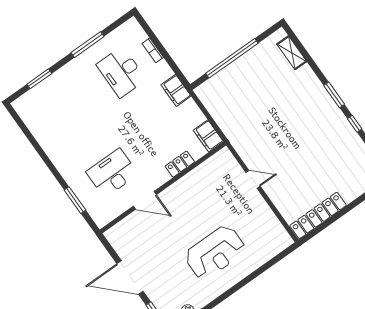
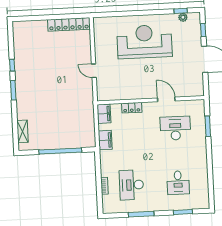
desk: (121, 72) -> (131, 185), turned 180
filing cabinet: (176, 90) -> (105, 140), moved
desk: (68, 110) -> (178, 183), added
desk: (112, 173) -> (175, 128), turned 180
reception desk: (215, 252) -> (144, 42), width x1.36, depth x1.30

